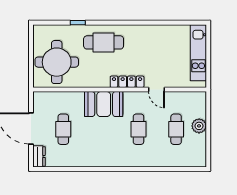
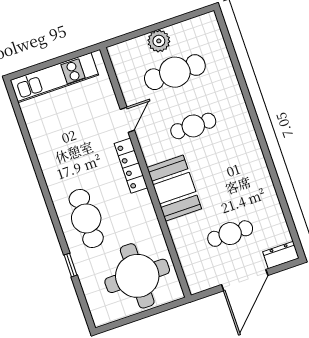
cafe table: (176, 129) -> (175, 72), width x1.37, depth x1.35

